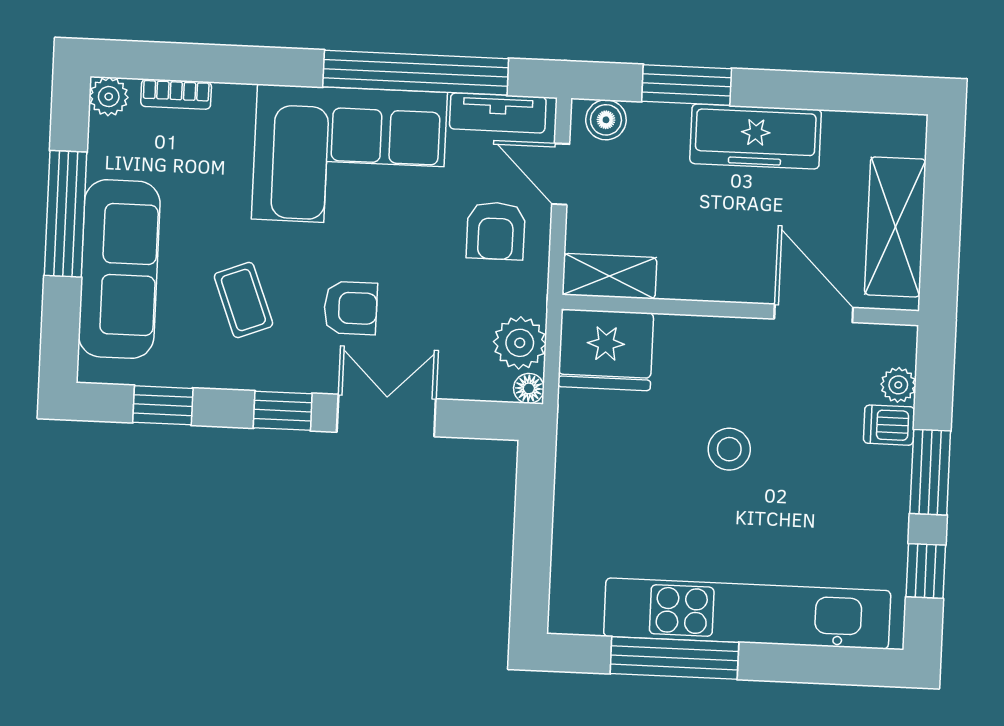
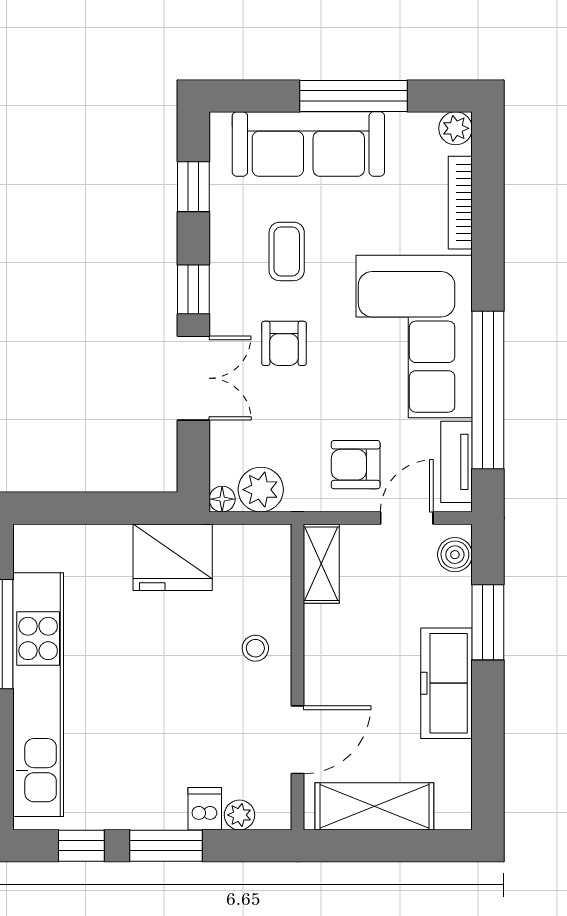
bookcase: (176, 94) -> (460, 203), width x1.56
coffee table: (243, 300) -> (287, 251), turned -69
fridge: (606, 350) -> (173, 557), moved, turned -90
stool: (729, 449) -> (255, 648), moved, width x0.73, depth x0.73

